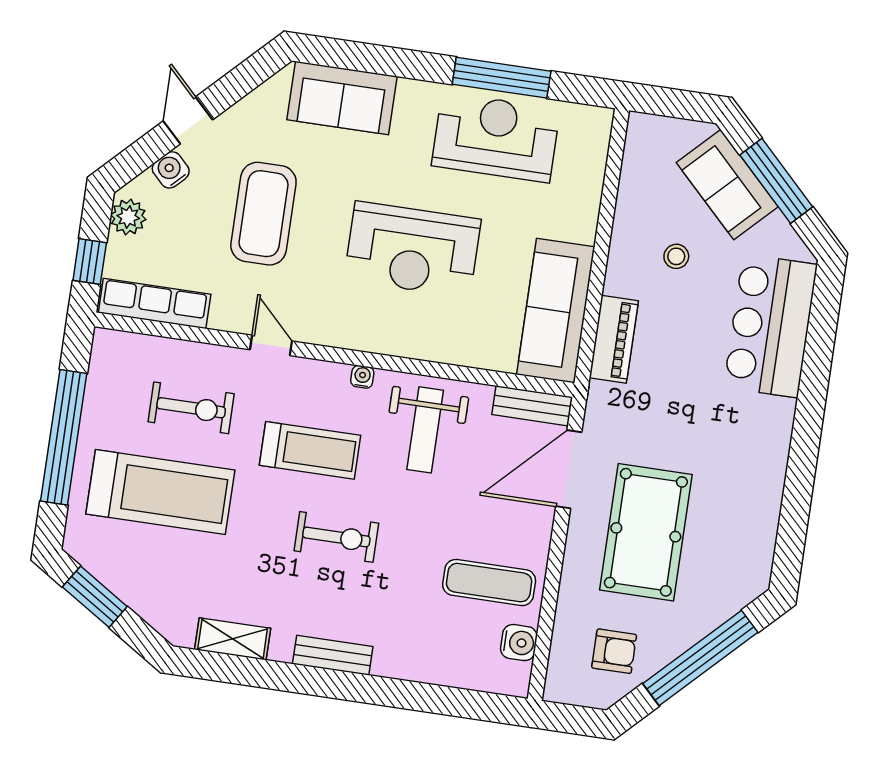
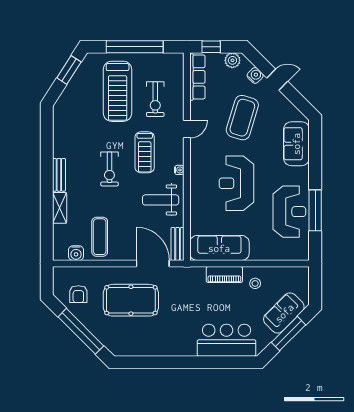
coffee table: (263, 214) -> (242, 118), turned -73
stool: (676, 256) -> (255, 283), moved
piano: (614, 339) -> (224, 274), moved
shelving: (233, 639) -> (60, 208), moved

